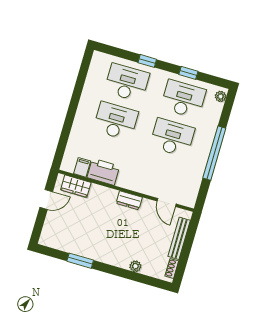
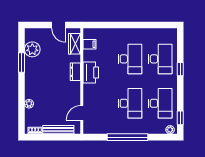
window: (188, 73) -> (180, 118), moved
printer: (103, 172) -> (91, 73), moved
dresser: (129, 200) -> (75, 72), moved
plant: (67, 242) -> (32, 49), added

